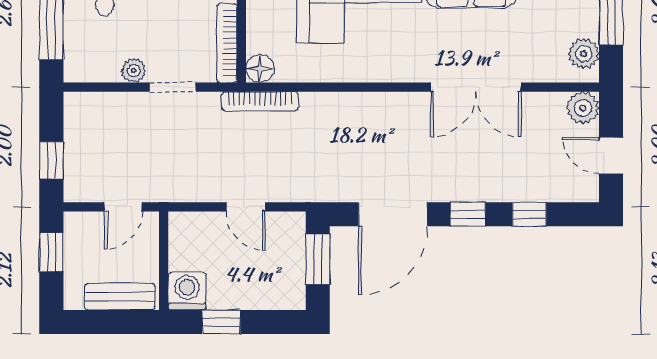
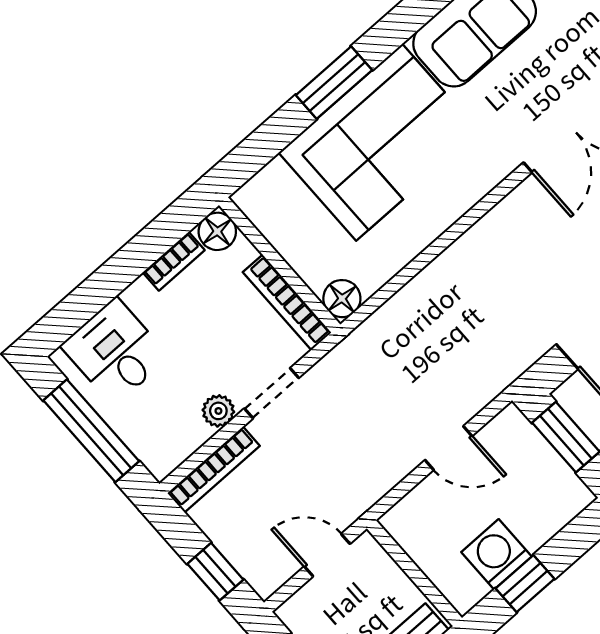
bookcase: (260, 101) -> (214, 469), moved
door: (123, 207) -> (327, 555), swing flipped
washing machine: (187, 291) -> (496, 554), moved

